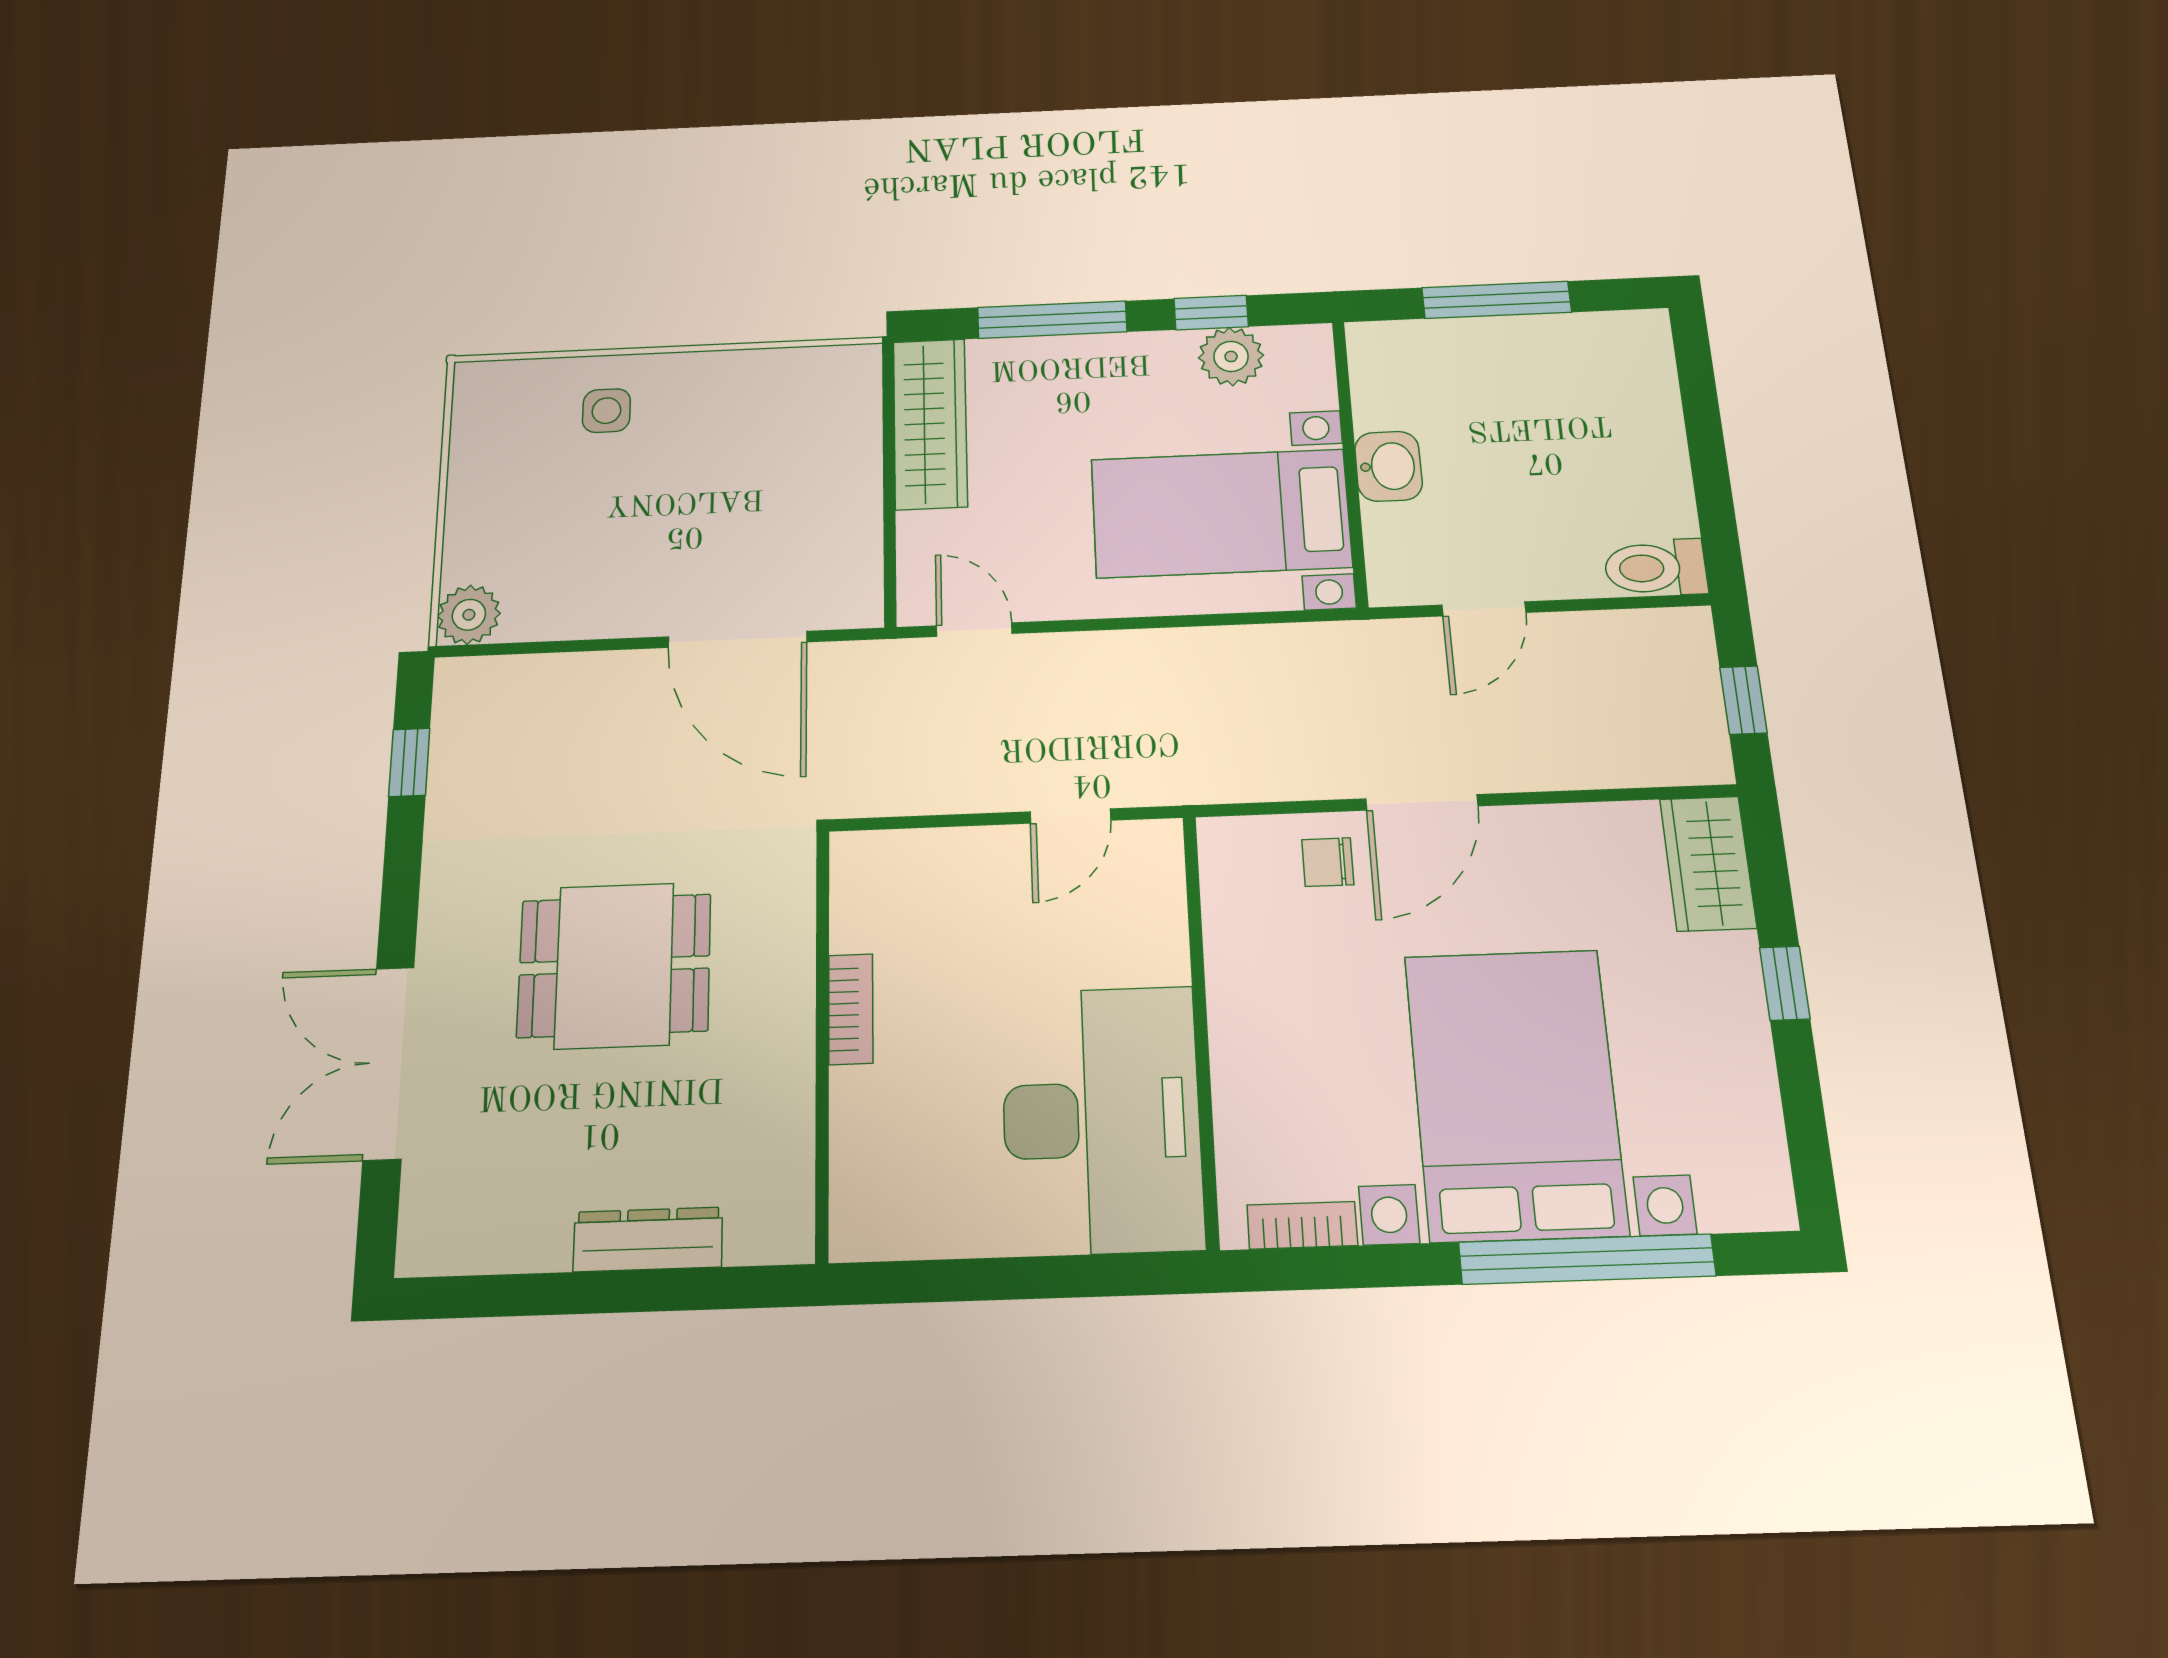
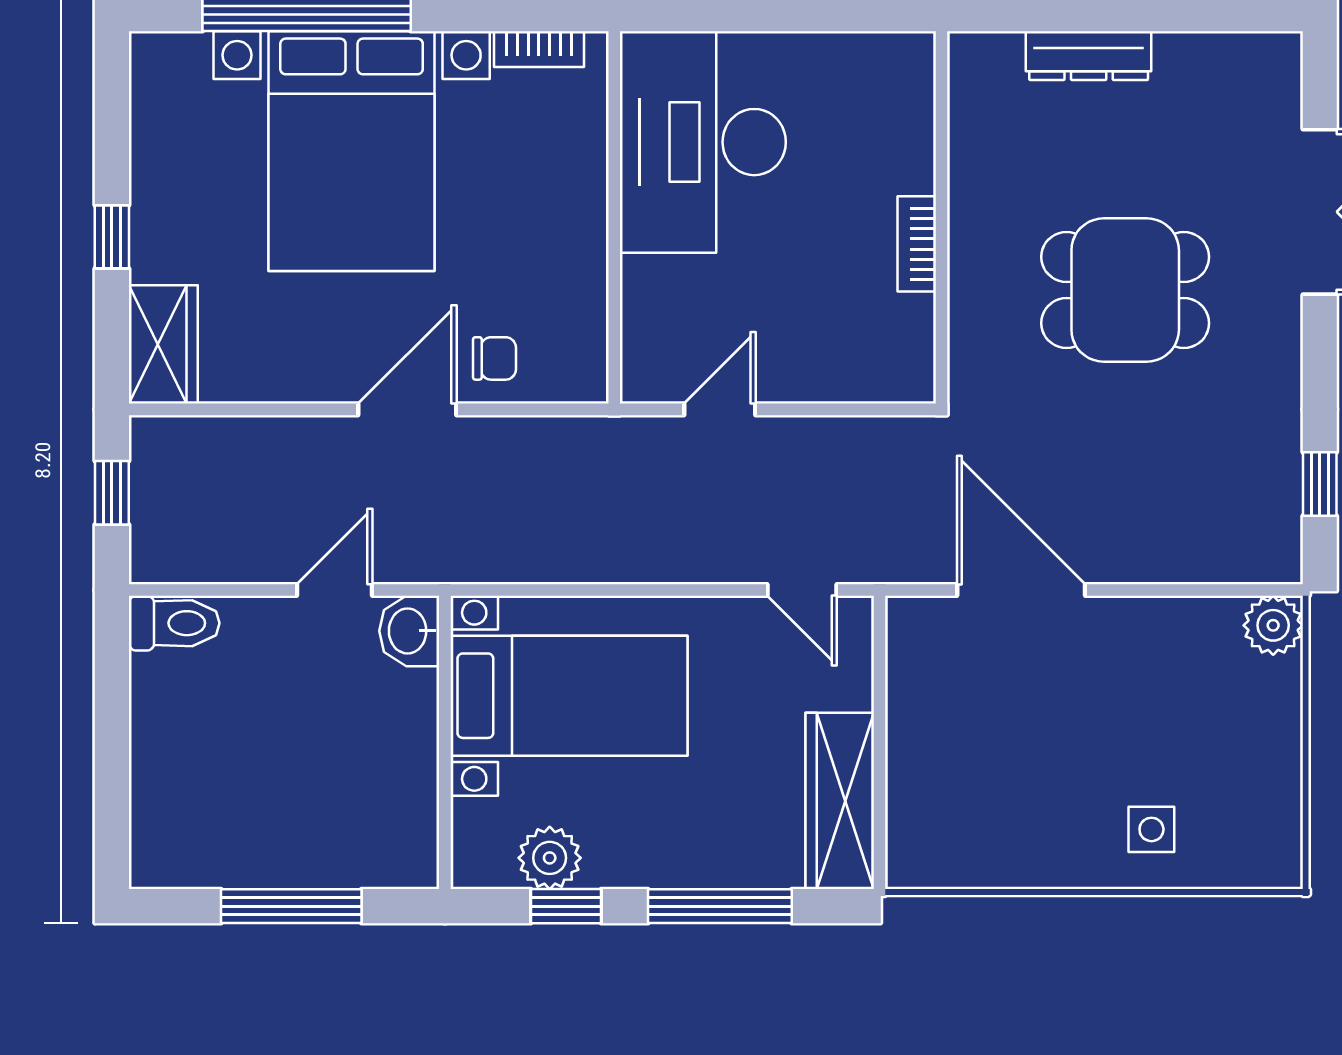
washbasin: (1388, 466) -> (409, 631), moved

